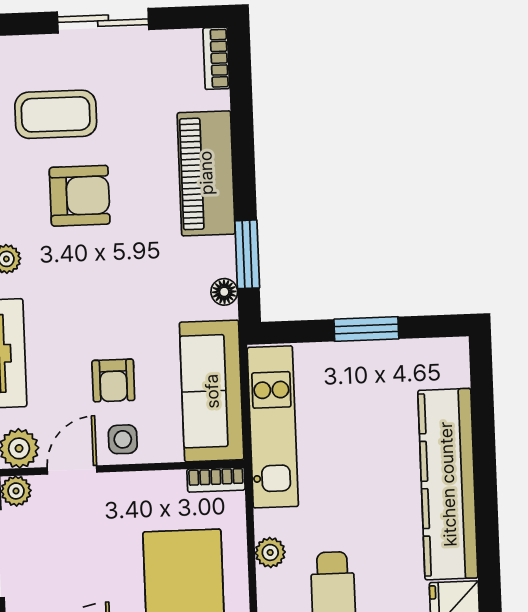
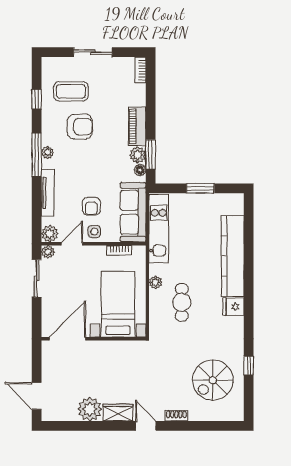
piano: (206, 173) -> (137, 126), width x0.73, depth x0.75
plant: (217, 257) -> (138, 155), added
bookcase: (216, 480) -> (119, 250), moved

